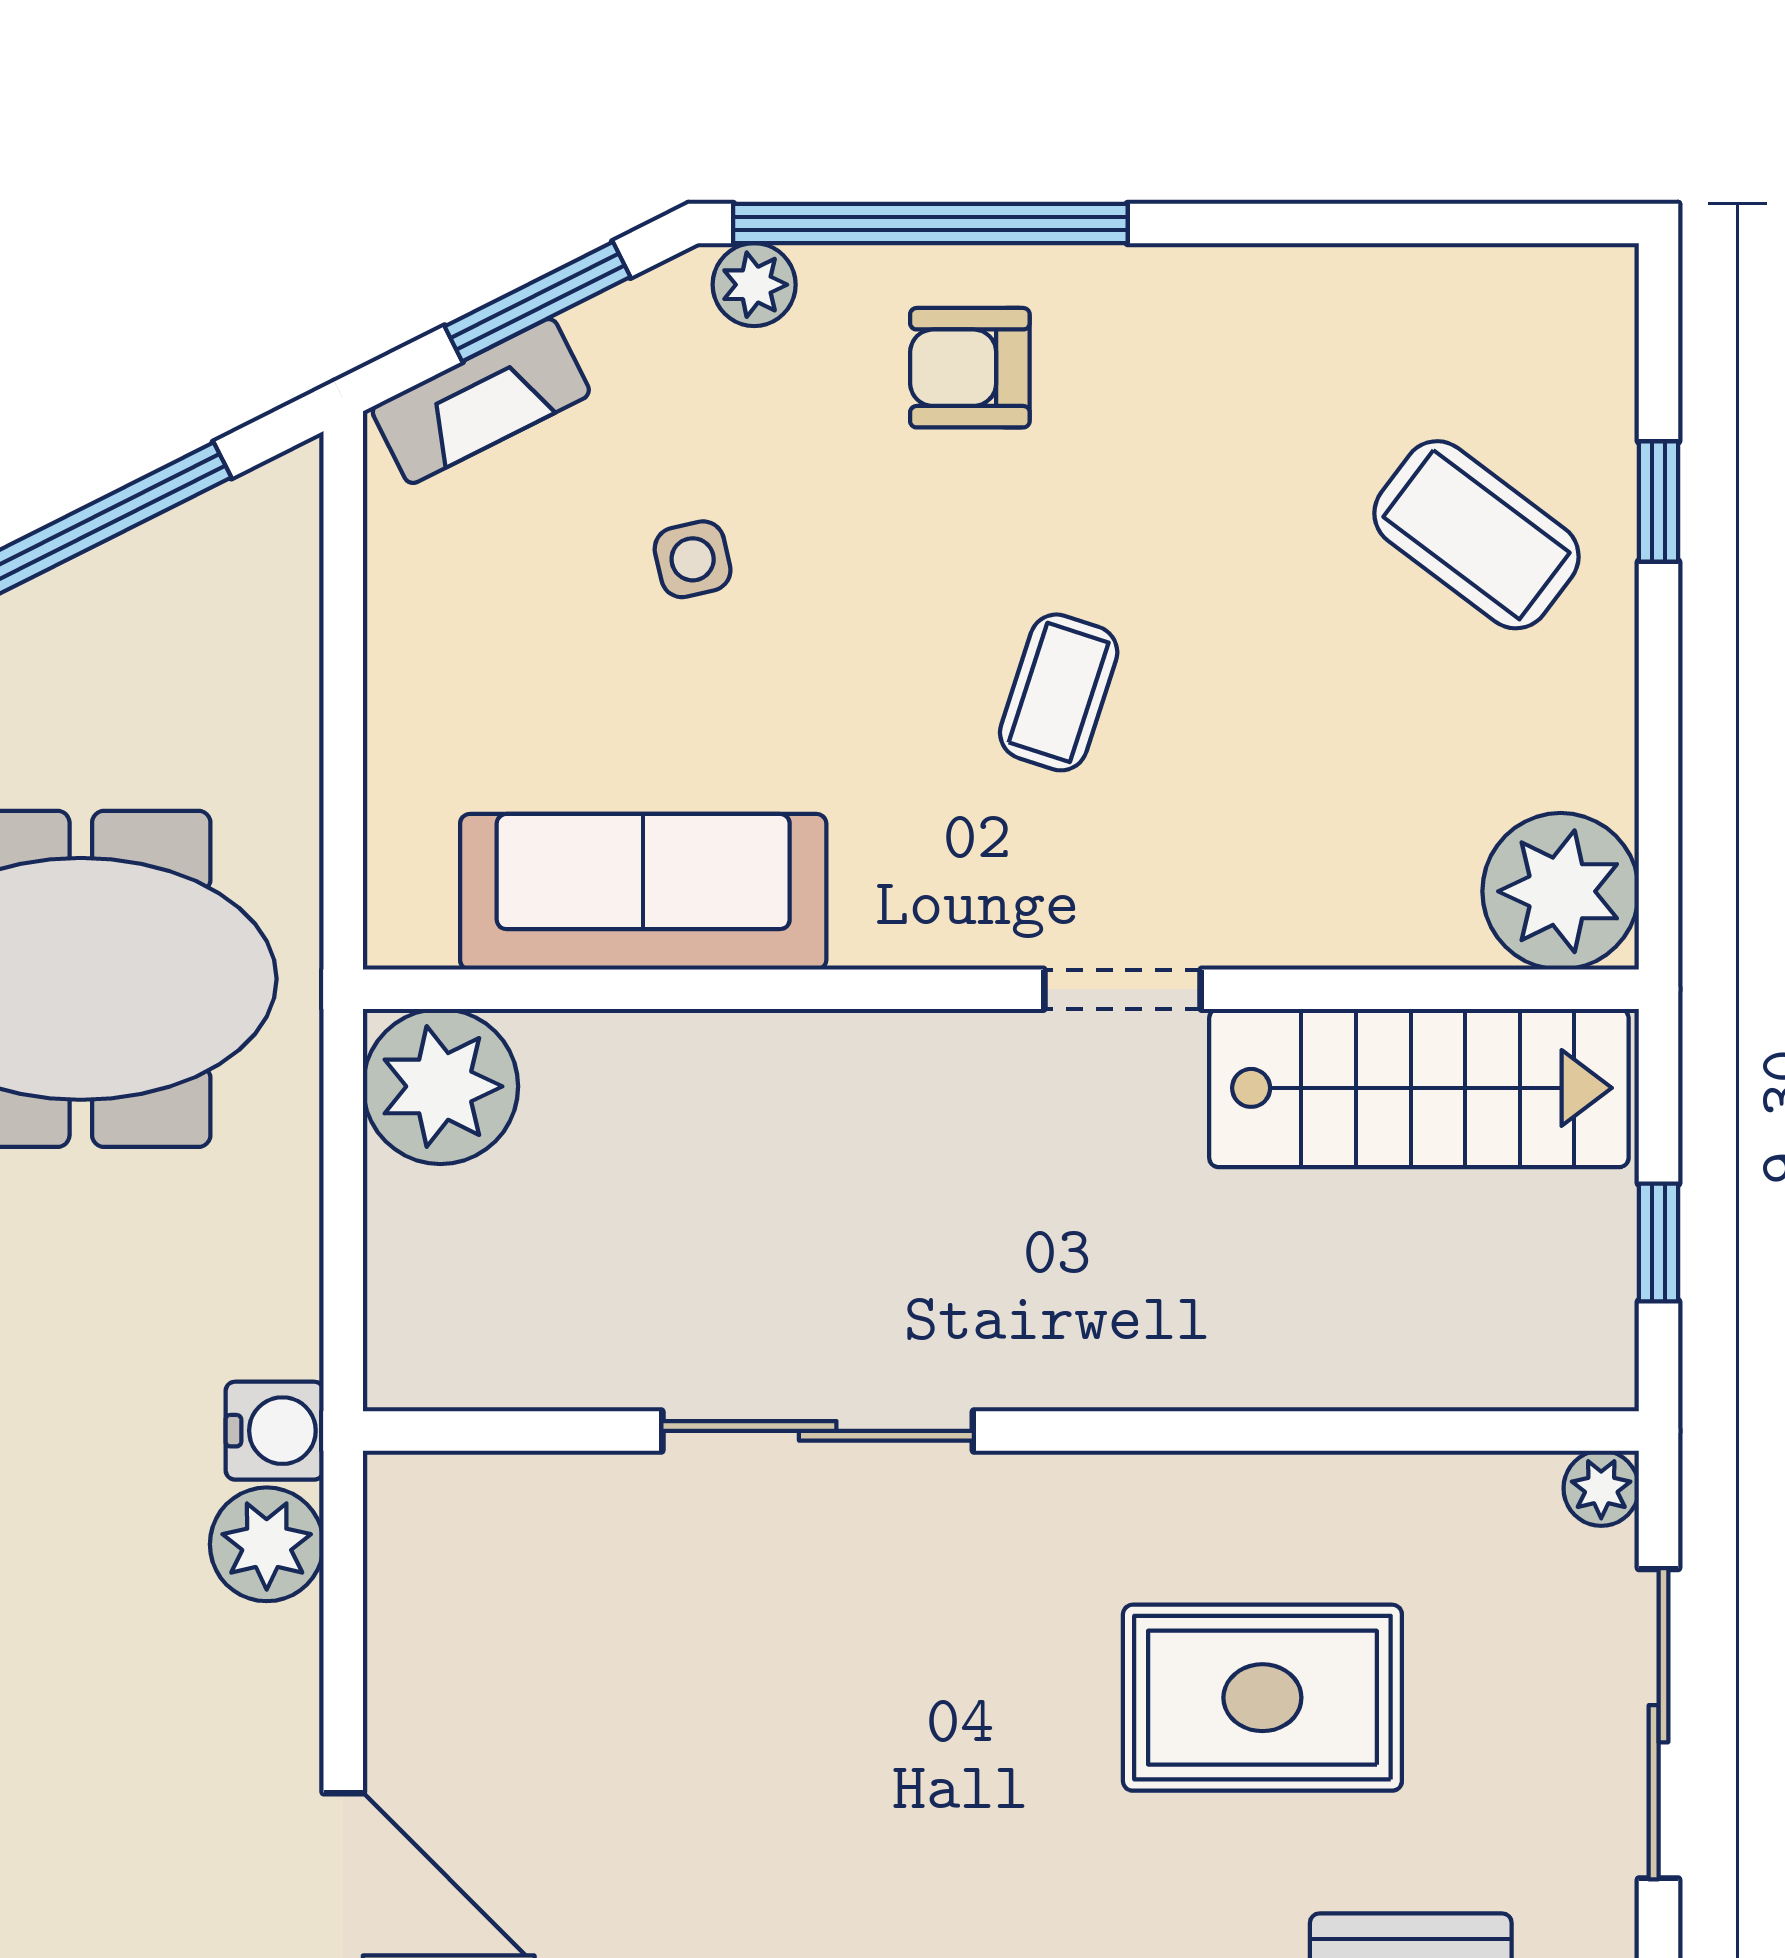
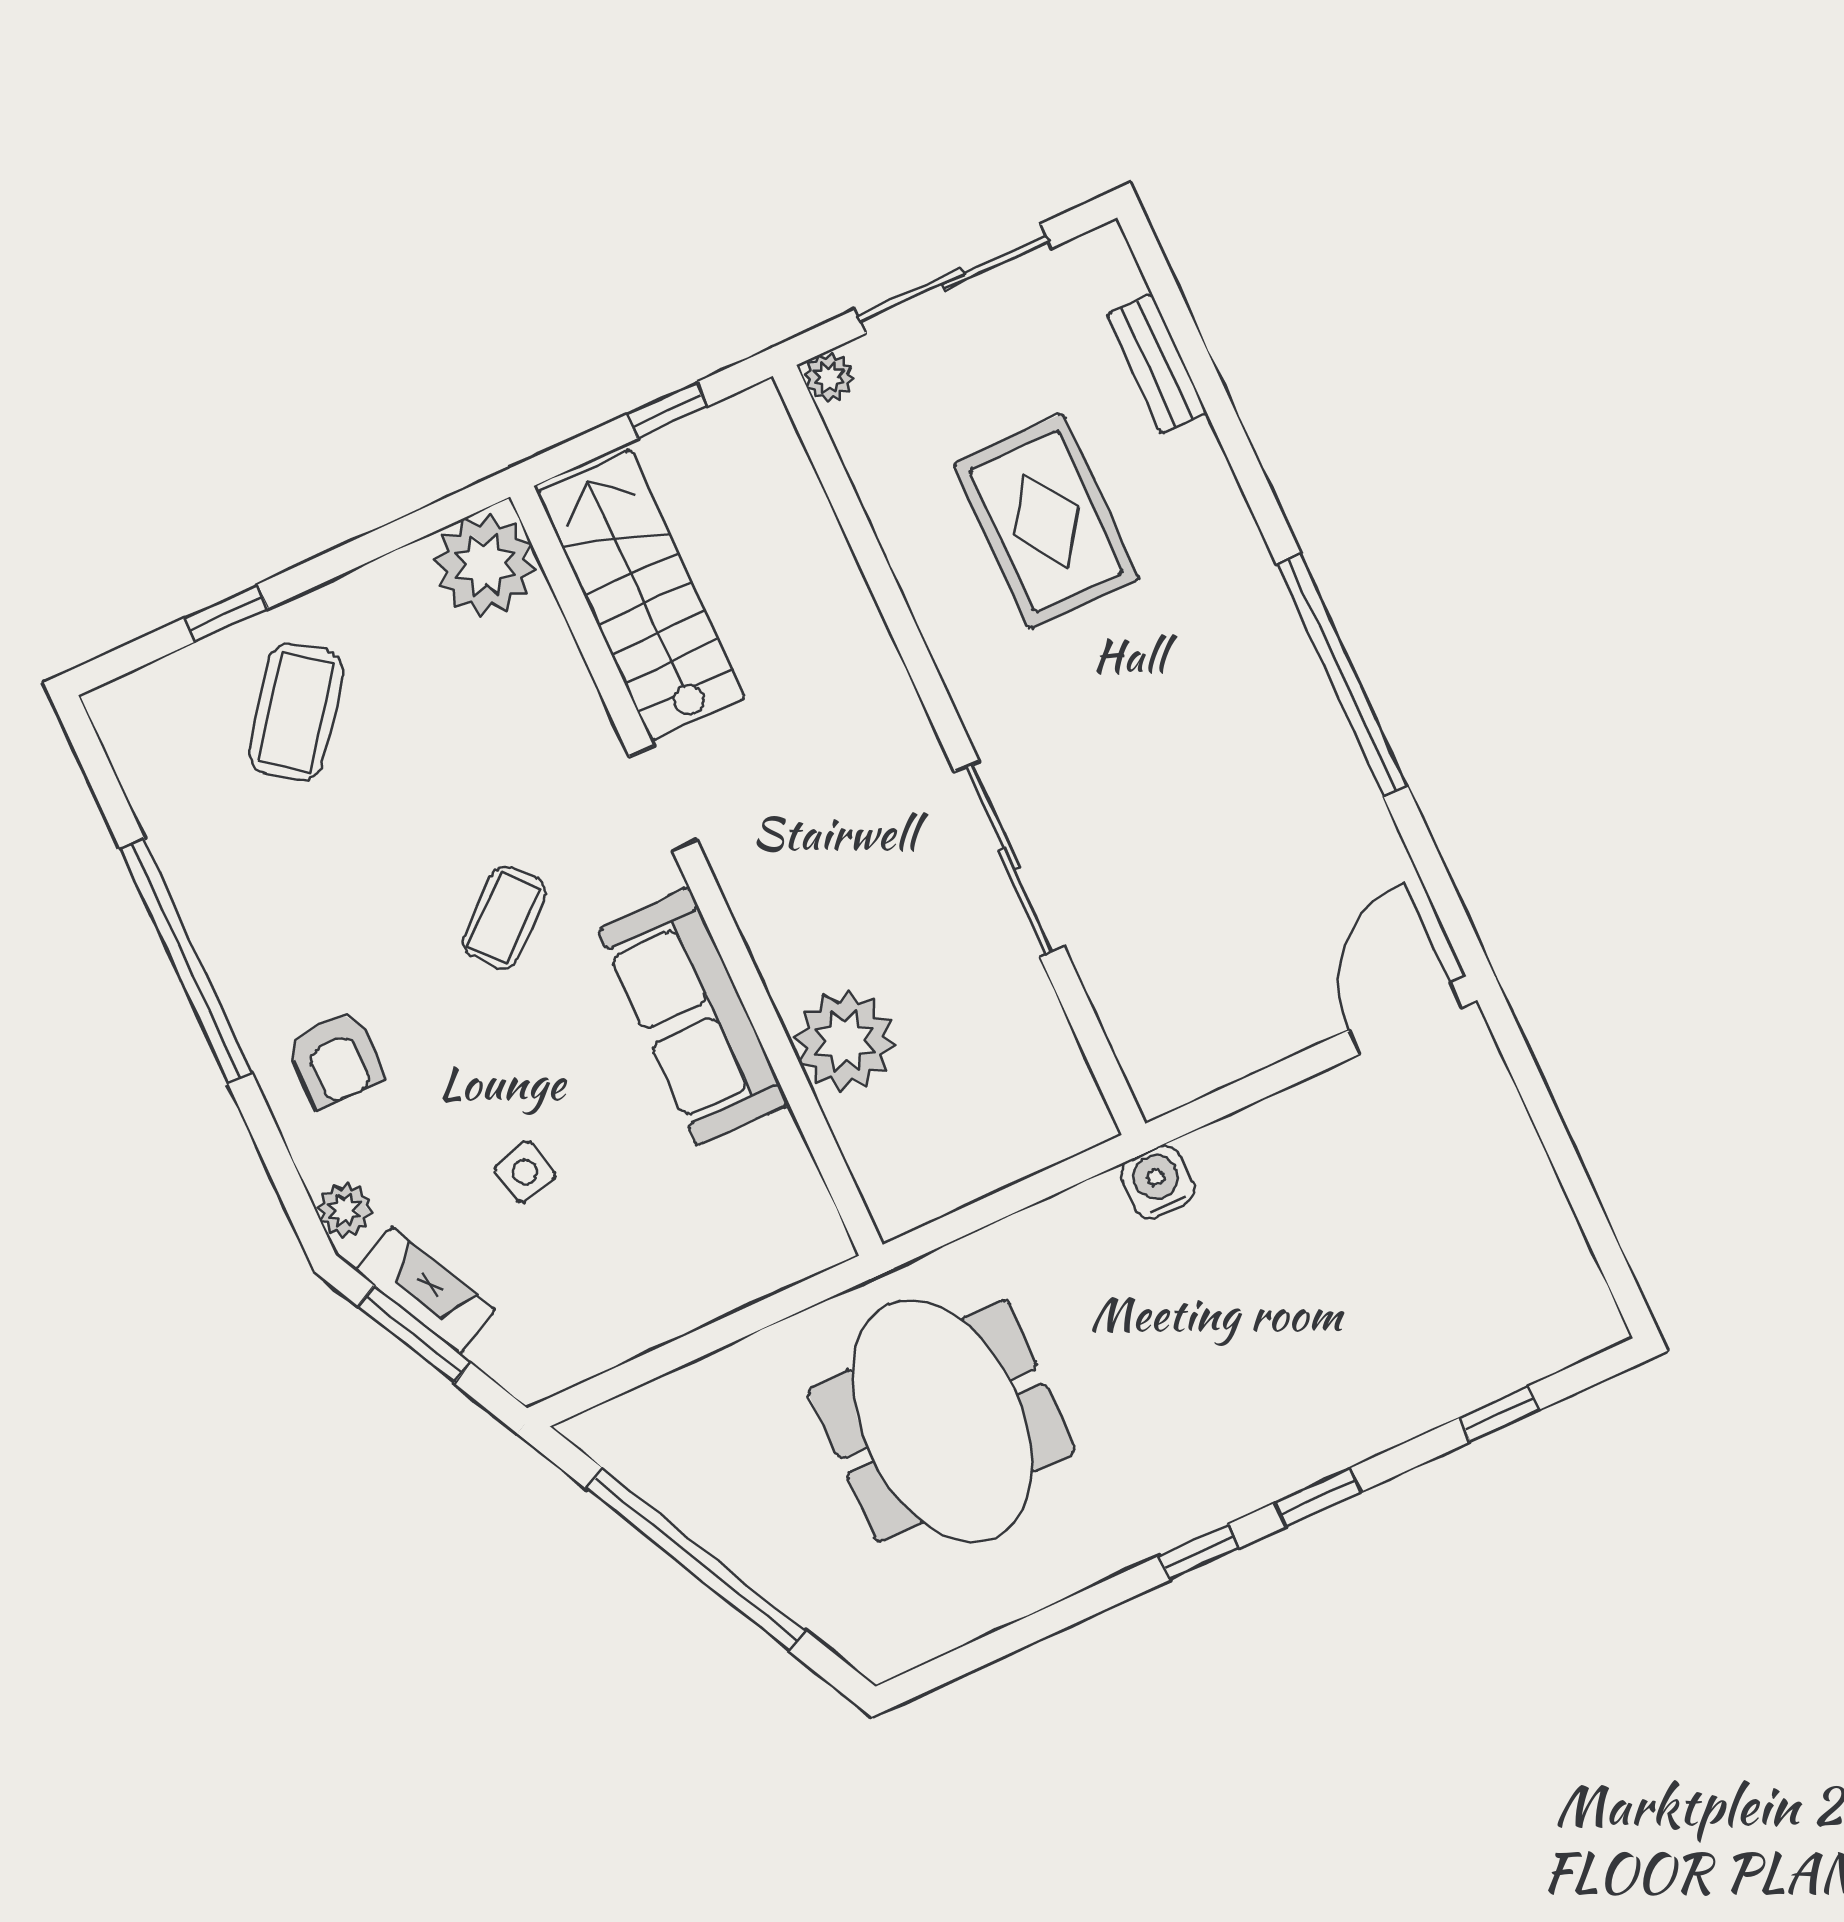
window: (930, 224) -> (186, 961), moved
fireplace: (481, 401) -> (426, 1290), moved
coffee table: (1059, 692) -> (504, 918), turned -59
sofa: (643, 892) -> (693, 1017), moved
plant: (440, 1086) -> (845, 1041), moved
plant: (267, 1544) -> (1227, 1156), removed

